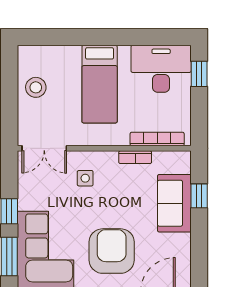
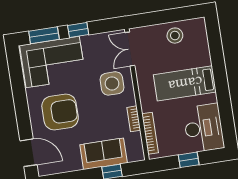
window: (199, 74) -> (189, 160), moved
side table: (85, 178) -> (112, 83), width x1.87, depth x1.87

